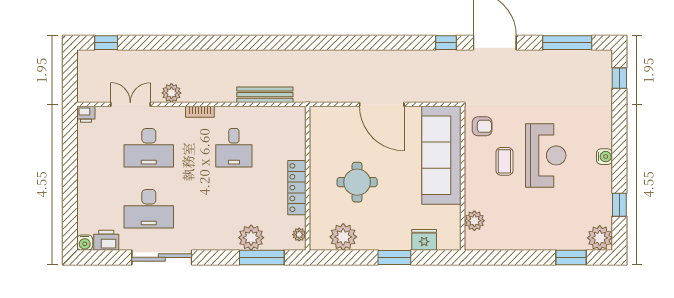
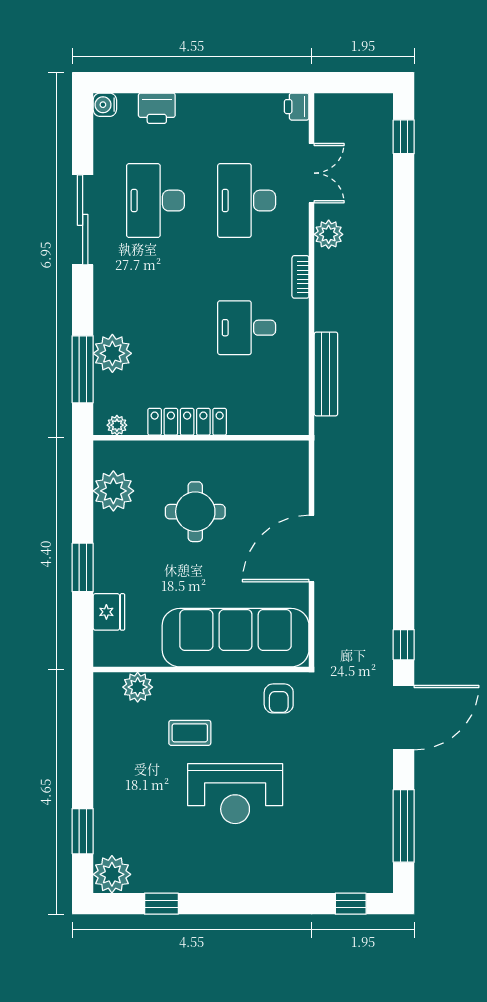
water cooler: (604, 157) -> (233, 881), removed
coffee table: (504, 161) -> (190, 733), moved
printer: (106, 240) -> (157, 108), moved, turned 90

